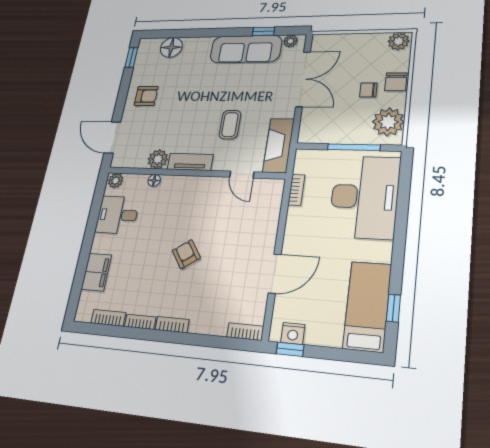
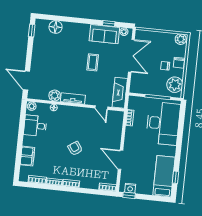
sofa: (246, 49) -> (104, 34), width x0.73
armchair: (146, 96) -> (44, 57), removed
coffee table: (230, 125) -> (93, 62), moved
door: (275, 274) -> (121, 160), swing flipped

